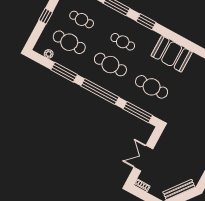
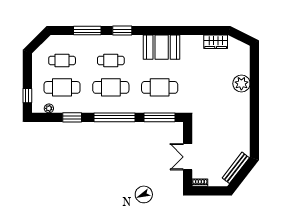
window: (46, 16) -> (27, 96), moved
window: (64, 72) -> (72, 117), width x0.69

